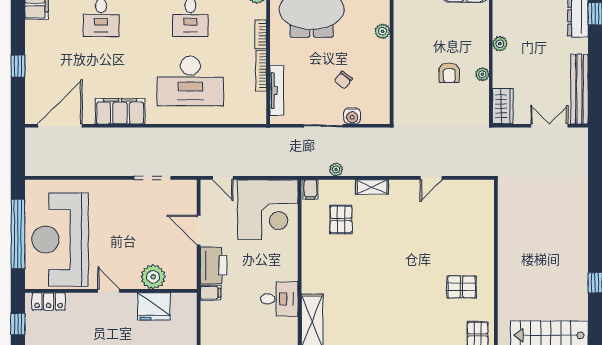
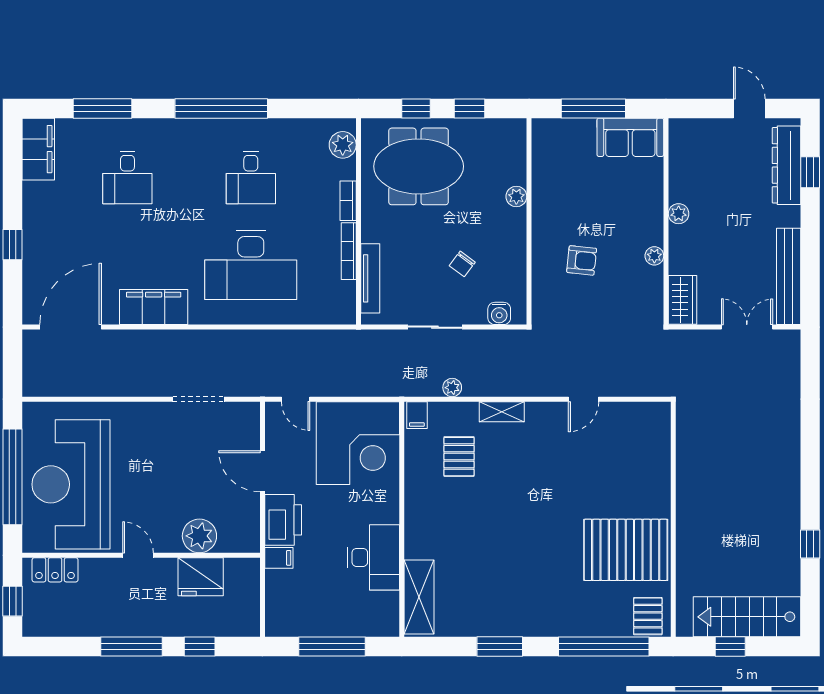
armchair: (449, 73) -> (582, 260), moved, turned -84
water cooler: (352, 116) -> (499, 313), moved
pallet: (462, 287) -> (626, 550), width x2.05, depth x2.00
desk: (279, 299) -> (374, 557), width x1.37

